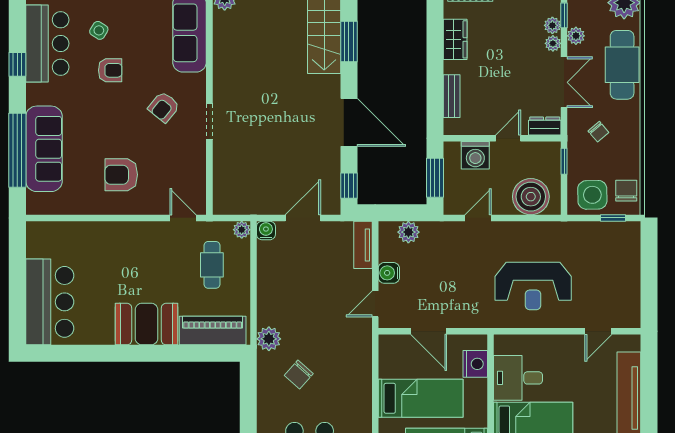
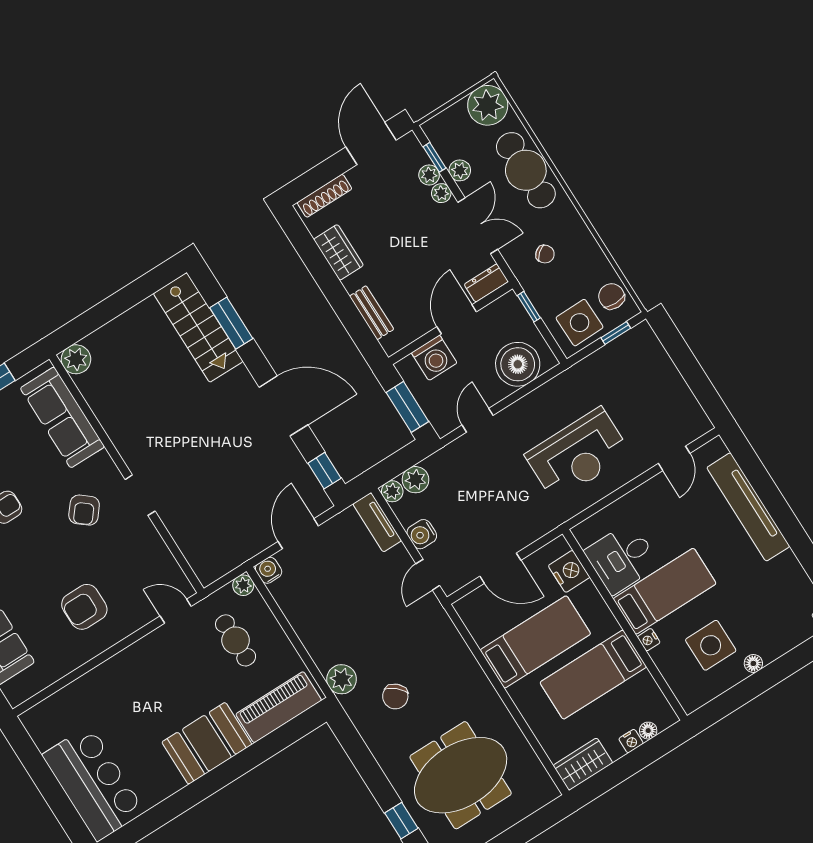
door: (508, 138) -> (457, 319), width x1.38
plant: (387, 230) -> (392, 491), added

